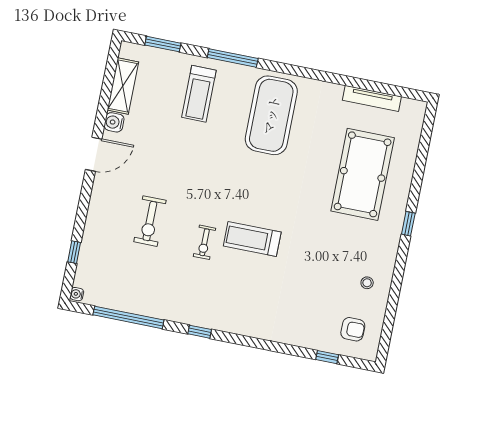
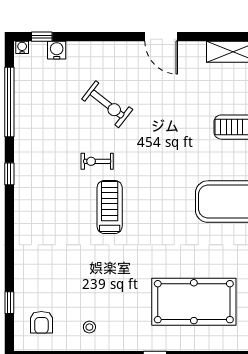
water cooler: (114, 122) -> (57, 50), moved
exercise bike: (150, 221) -> (107, 104), turned -142
window: (74, 252) -> (42, 37), moved

